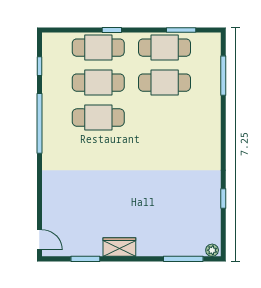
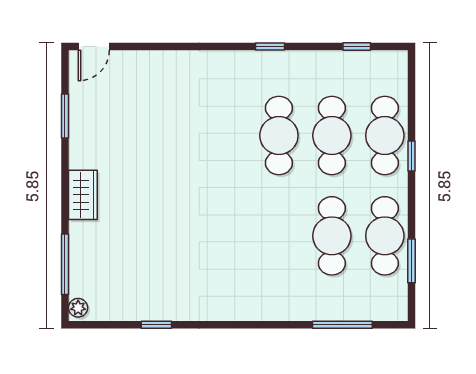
window: (39, 123) -> (270, 47), width x0.32
wardrobe: (119, 247) -> (83, 195), moved

